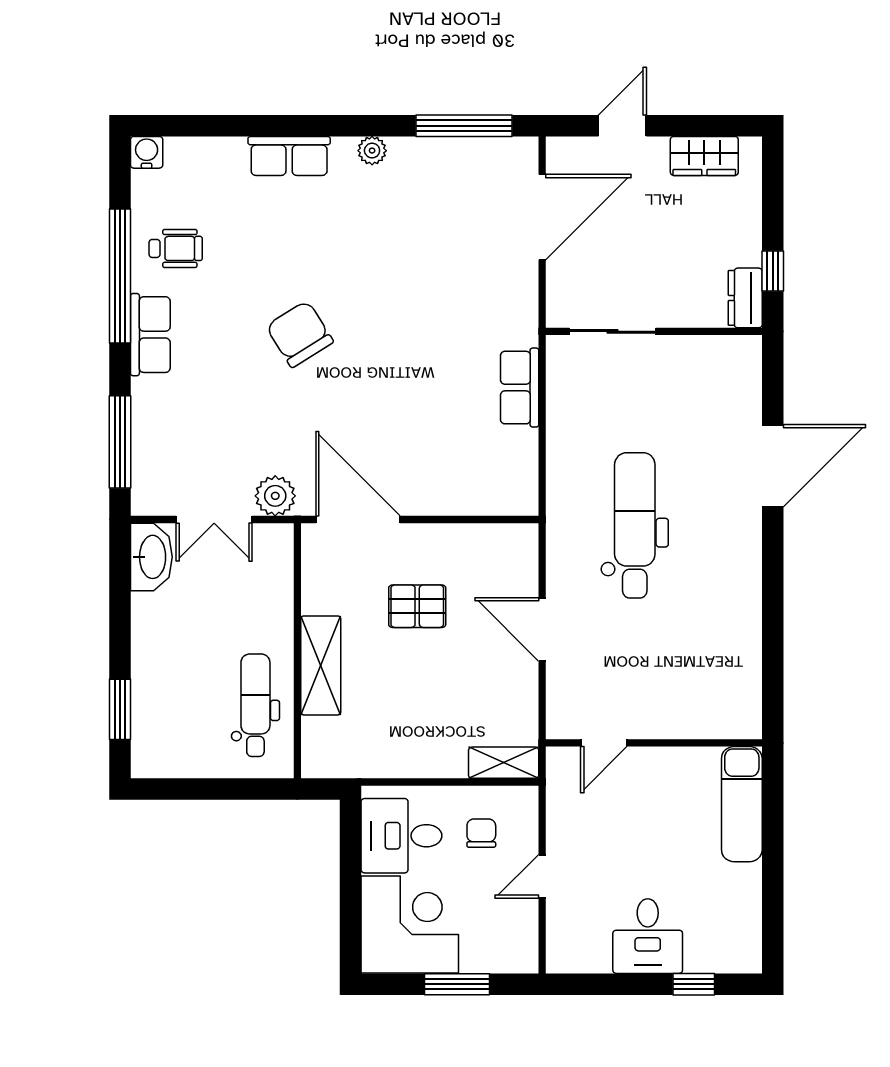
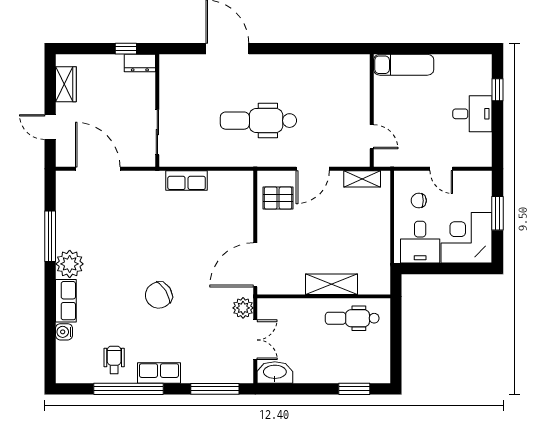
window: (464, 126) -> (50, 236), moved
plant: (372, 151) -> (70, 264), width x1.87, depth x1.87
water cooler: (147, 152) -> (64, 332), moved
pallet: (417, 606) -> (278, 198), moved, turned 90
shelving: (504, 763) -> (362, 179), moved, turned 90

